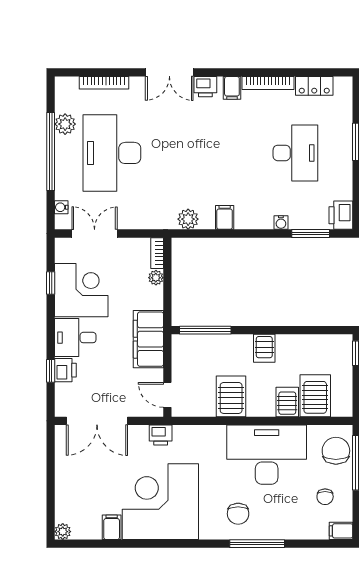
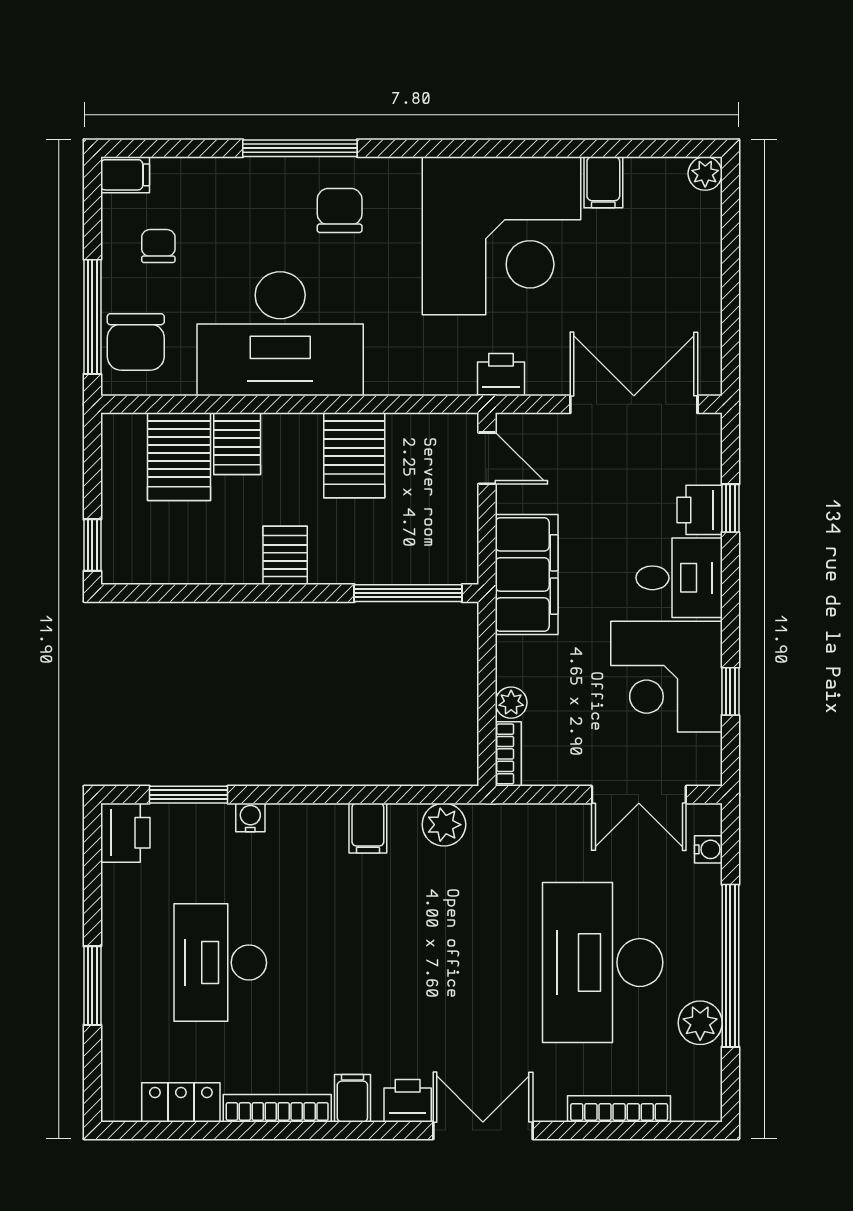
desk: (112, 153) -> (603, 963), turned 180

